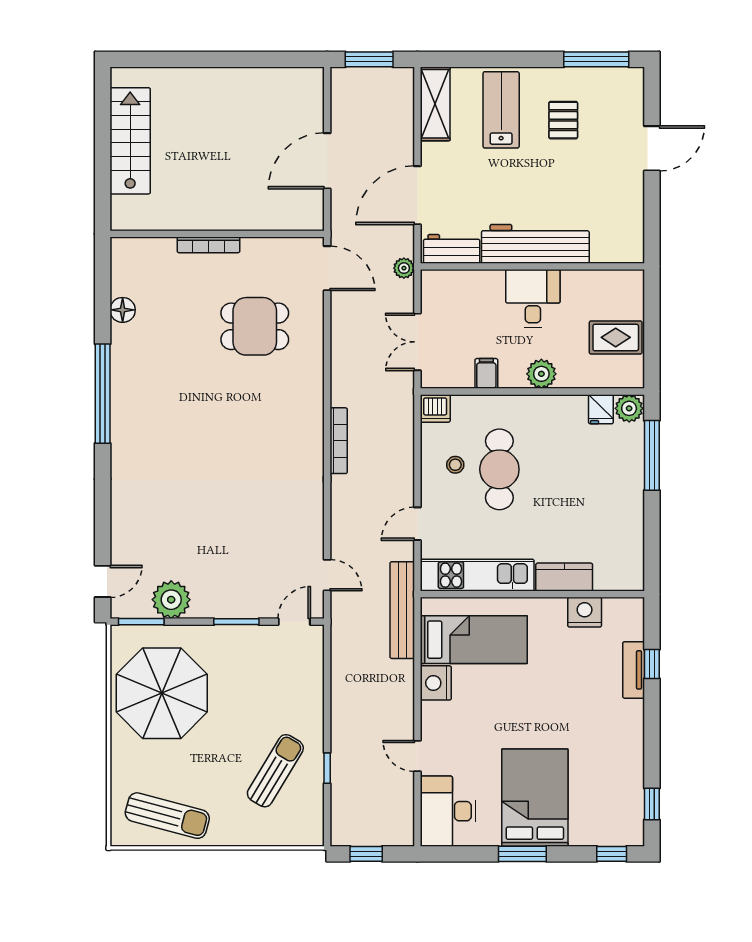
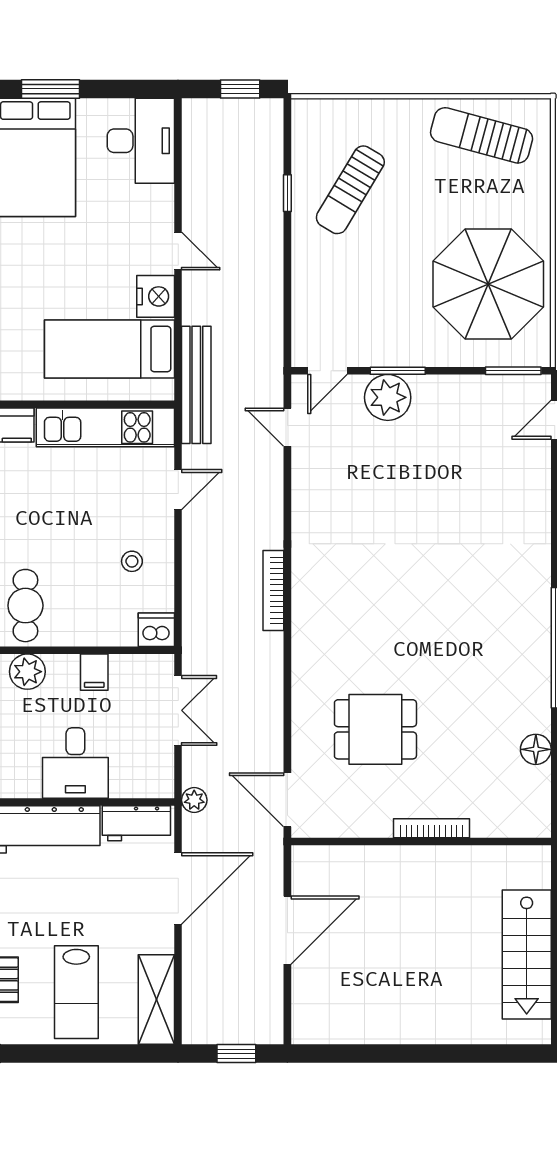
window: (369, 59) -> (236, 1054), width x0.67
desk: (533, 299) -> (75, 763), moved
cafe table: (499, 469) -> (25, 606), moved, width x0.73, depth x0.74
plant: (171, 600) -> (388, 397), moved
door: (417, 756) -> (178, 251), moved

